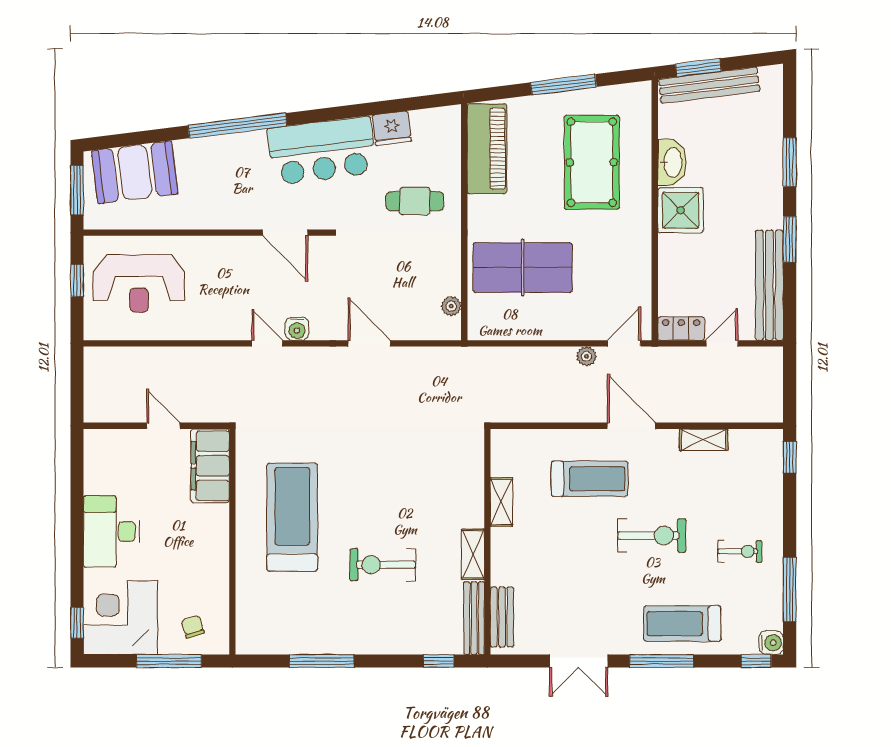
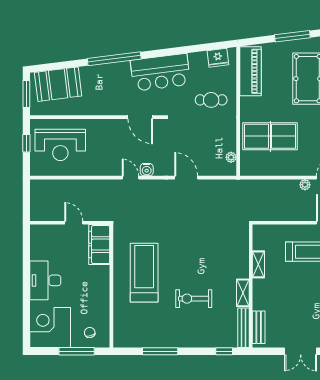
fridge: (392, 128) -> (218, 58), moved
window: (77, 623) -> (26, 330), removed

